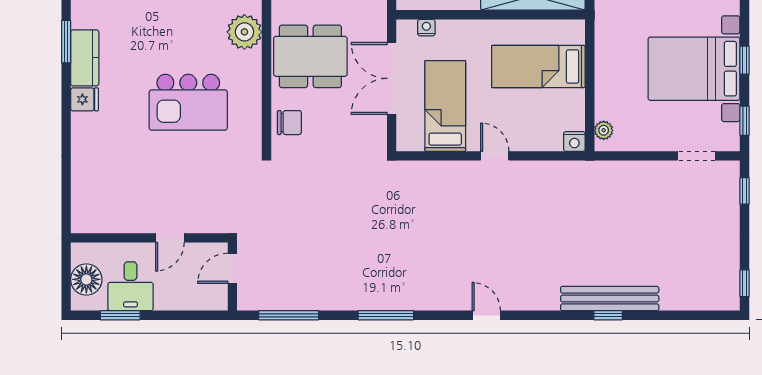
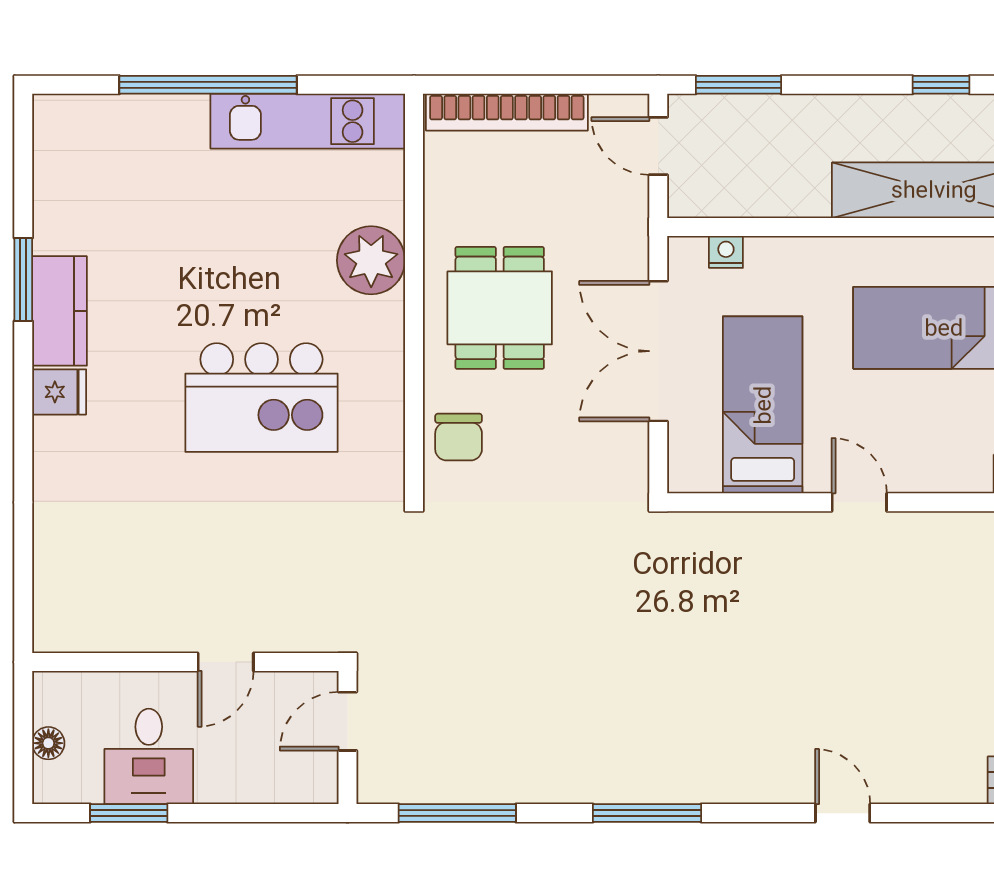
dining table: (310, 56) -> (500, 308), width x0.73
chair: (289, 123) -> (459, 437), turned 90
floor lamp: (86, 279) -> (48, 743), width x0.53, depth x0.53

